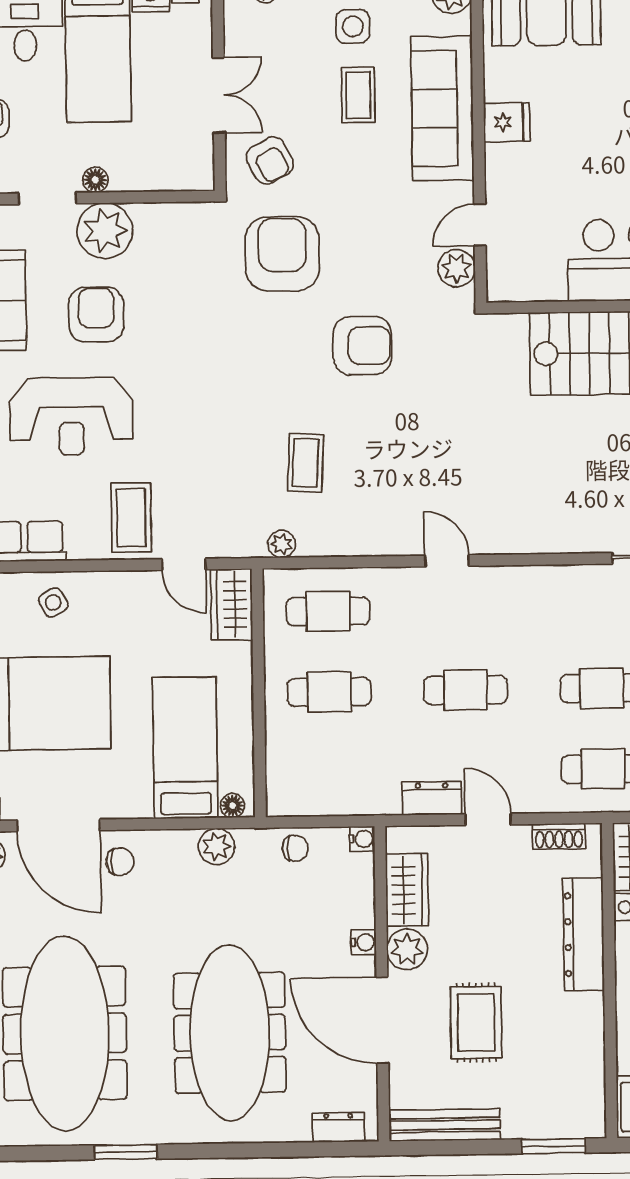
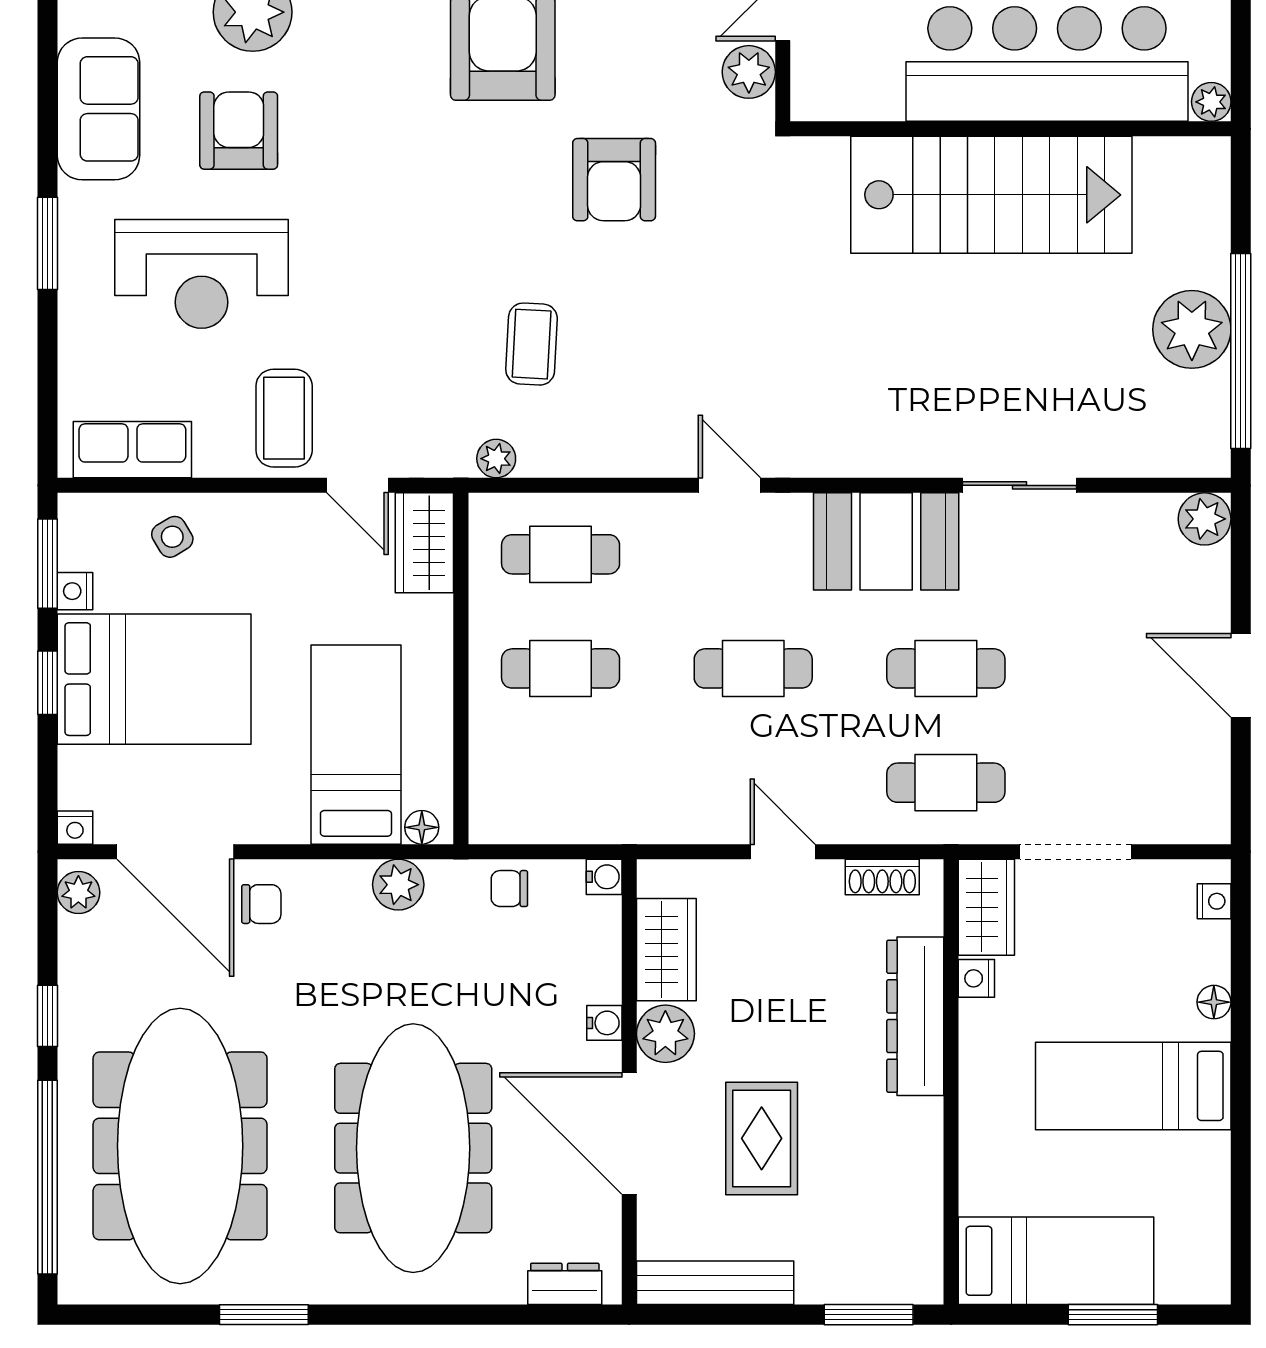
armchair: (362, 346) -> (614, 180), turned 90
booth: (558, 599) -> (886, 541), added
dresser: (432, 798) -> (703, 821), removed
chair: (295, 848) -> (509, 889), turned 180

